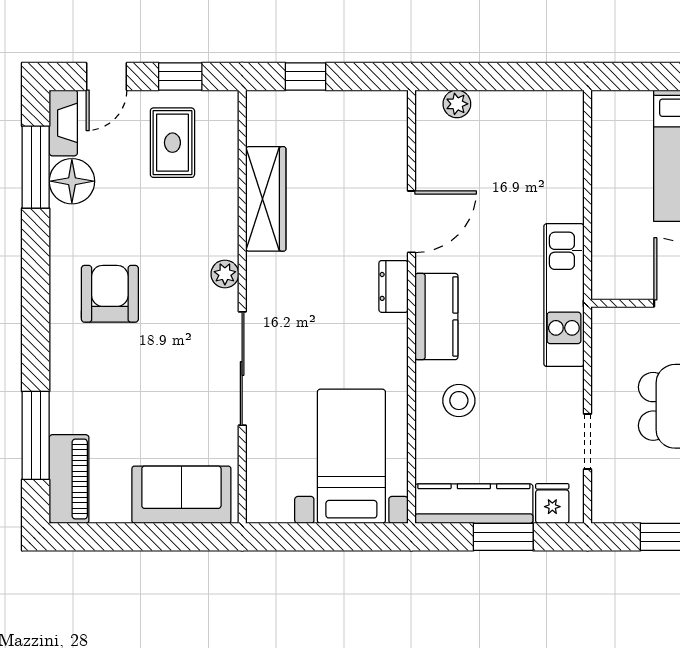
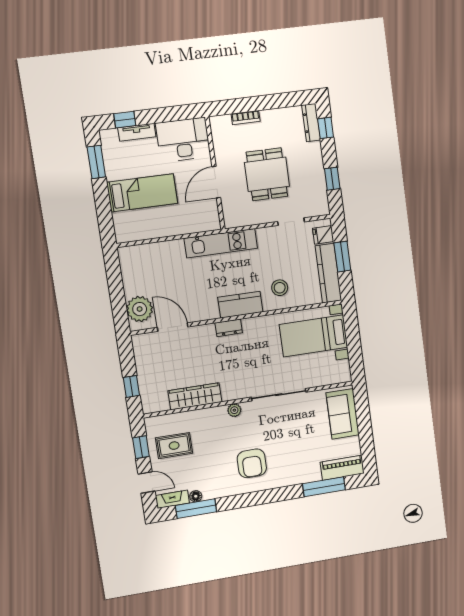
plant: (457, 104) -> (140, 309), width x1.87, depth x1.87
floor lamp: (72, 181) -> (196, 496), width x0.53, depth x0.53
door: (411, 222) -> (173, 327), moved
armchair: (110, 294) -> (252, 463), turned -90

